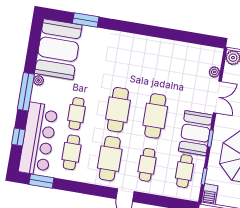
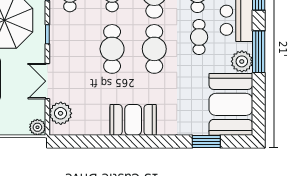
plant: (214, 72) -> (61, 113), width x1.88, depth x1.88
plant: (39, 80) -> (242, 61), width x1.88, depth x1.88
booth: (196, 133) -> (133, 120), moved, turned 90

